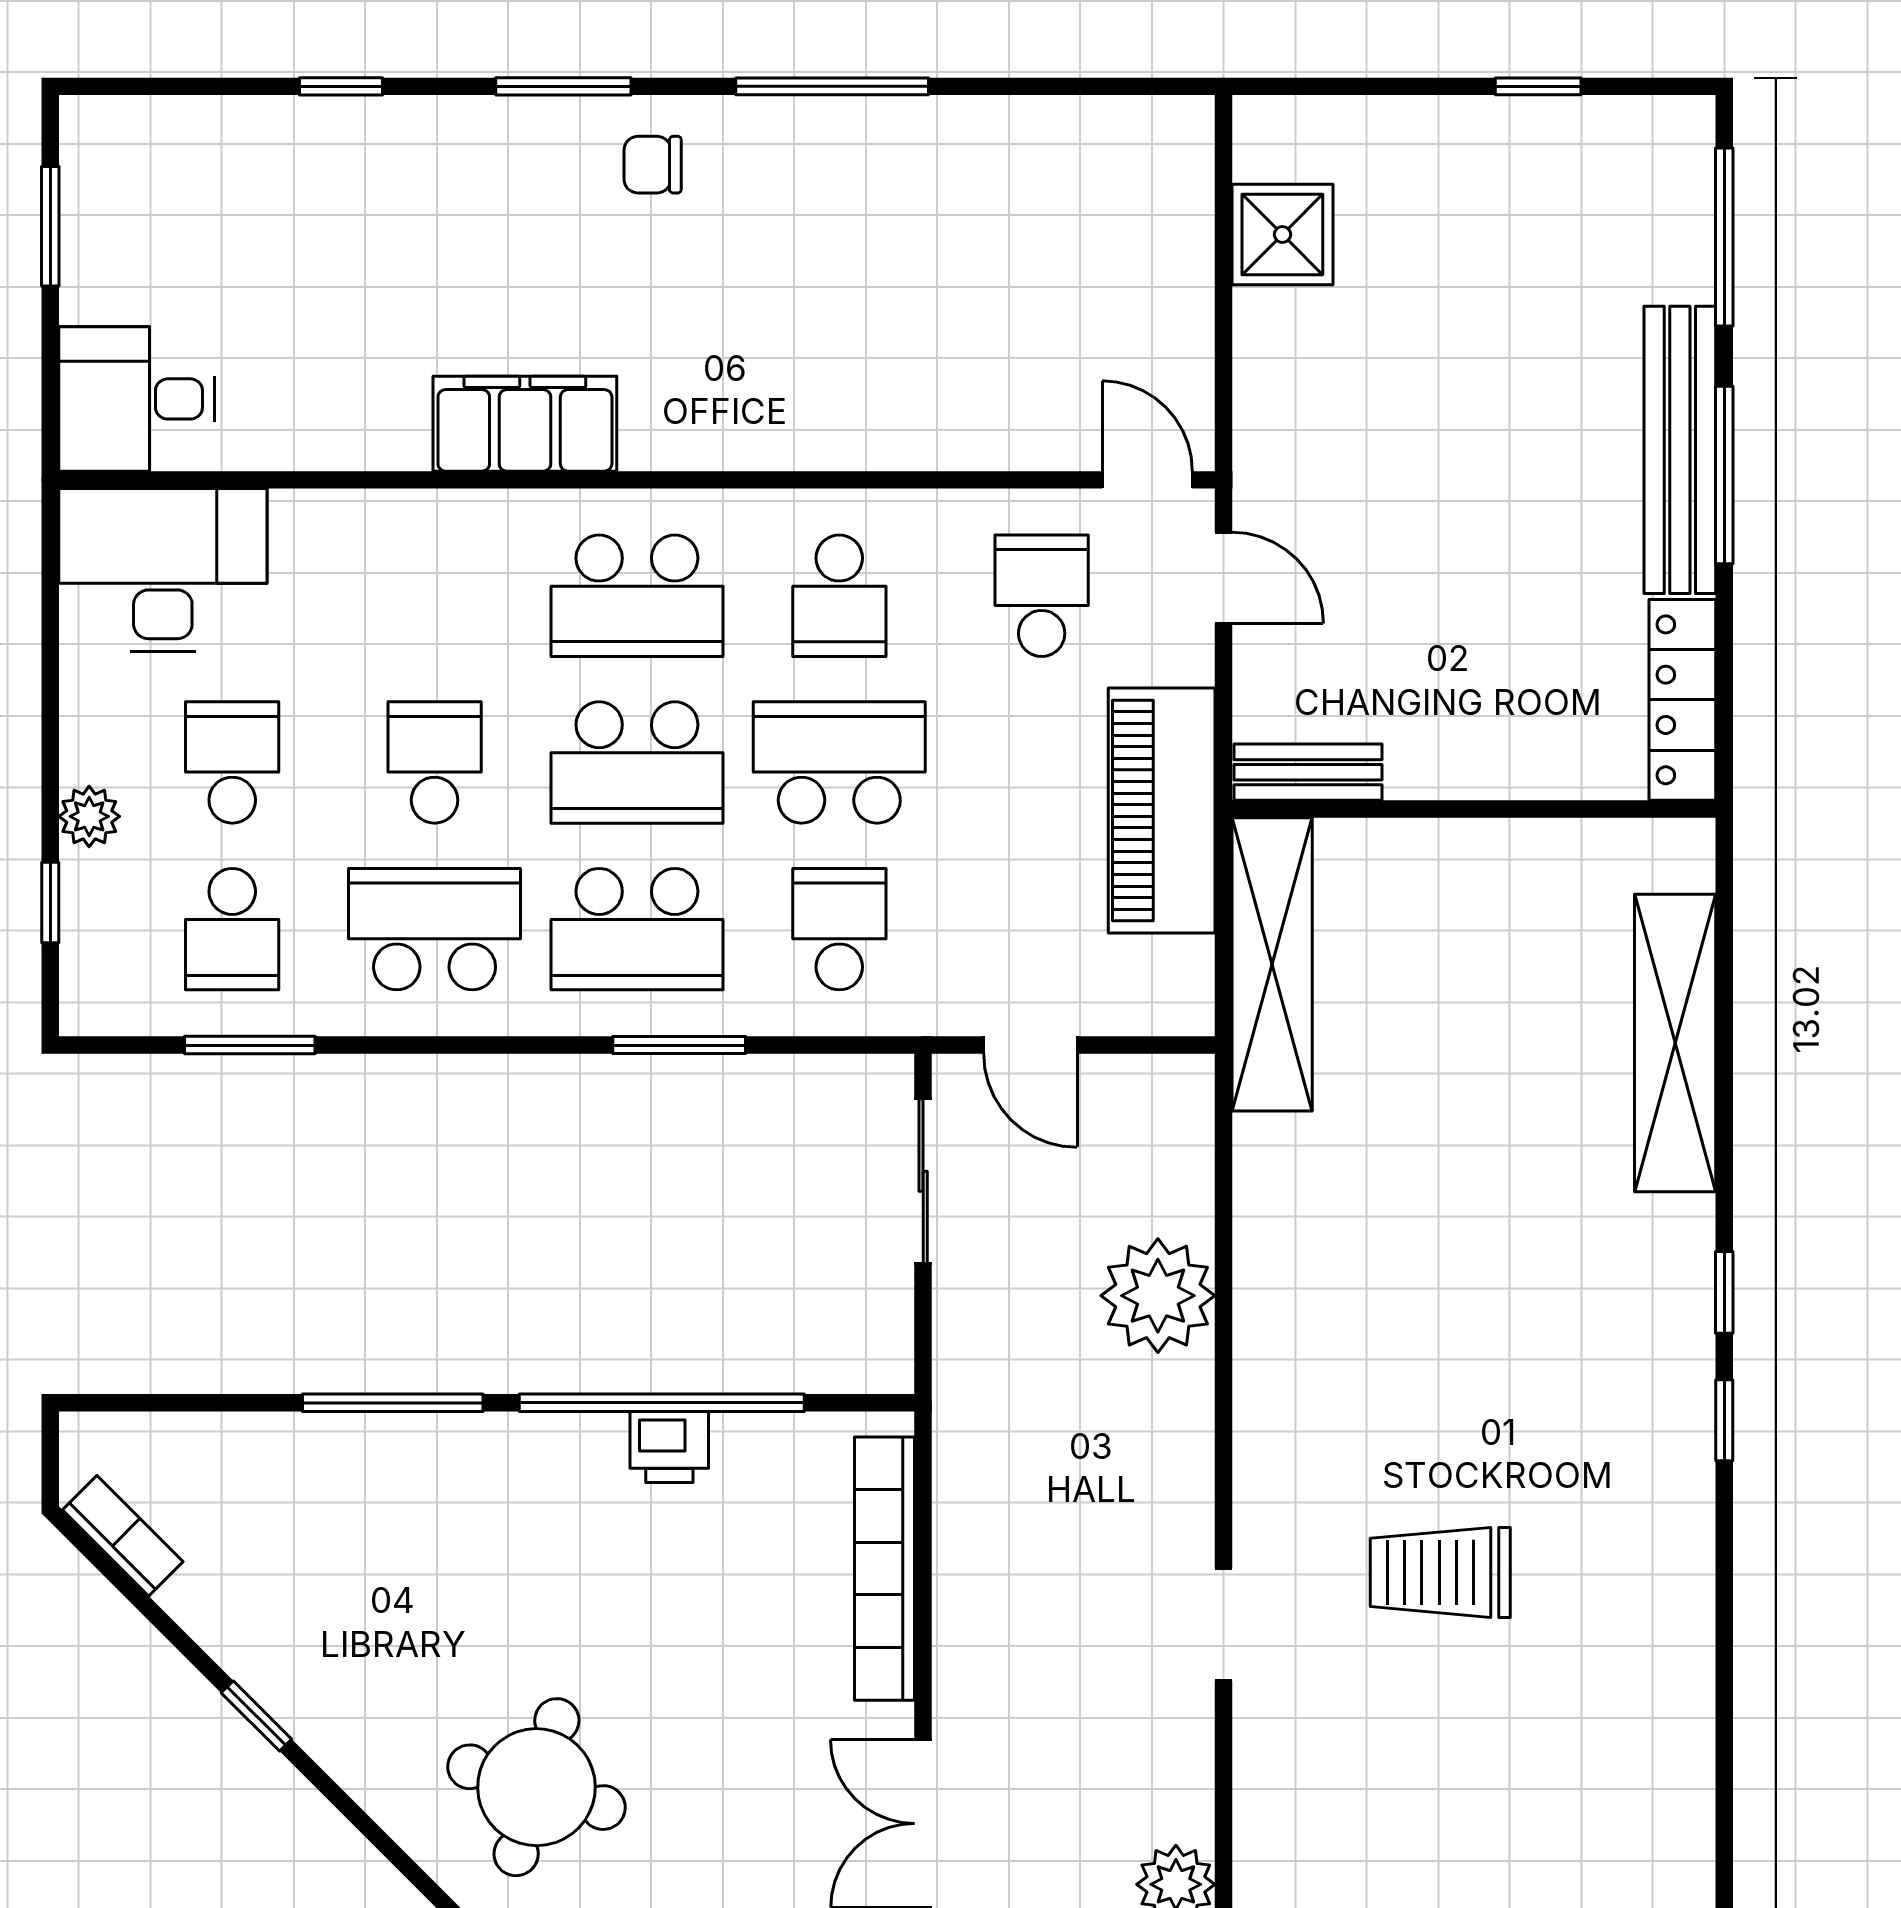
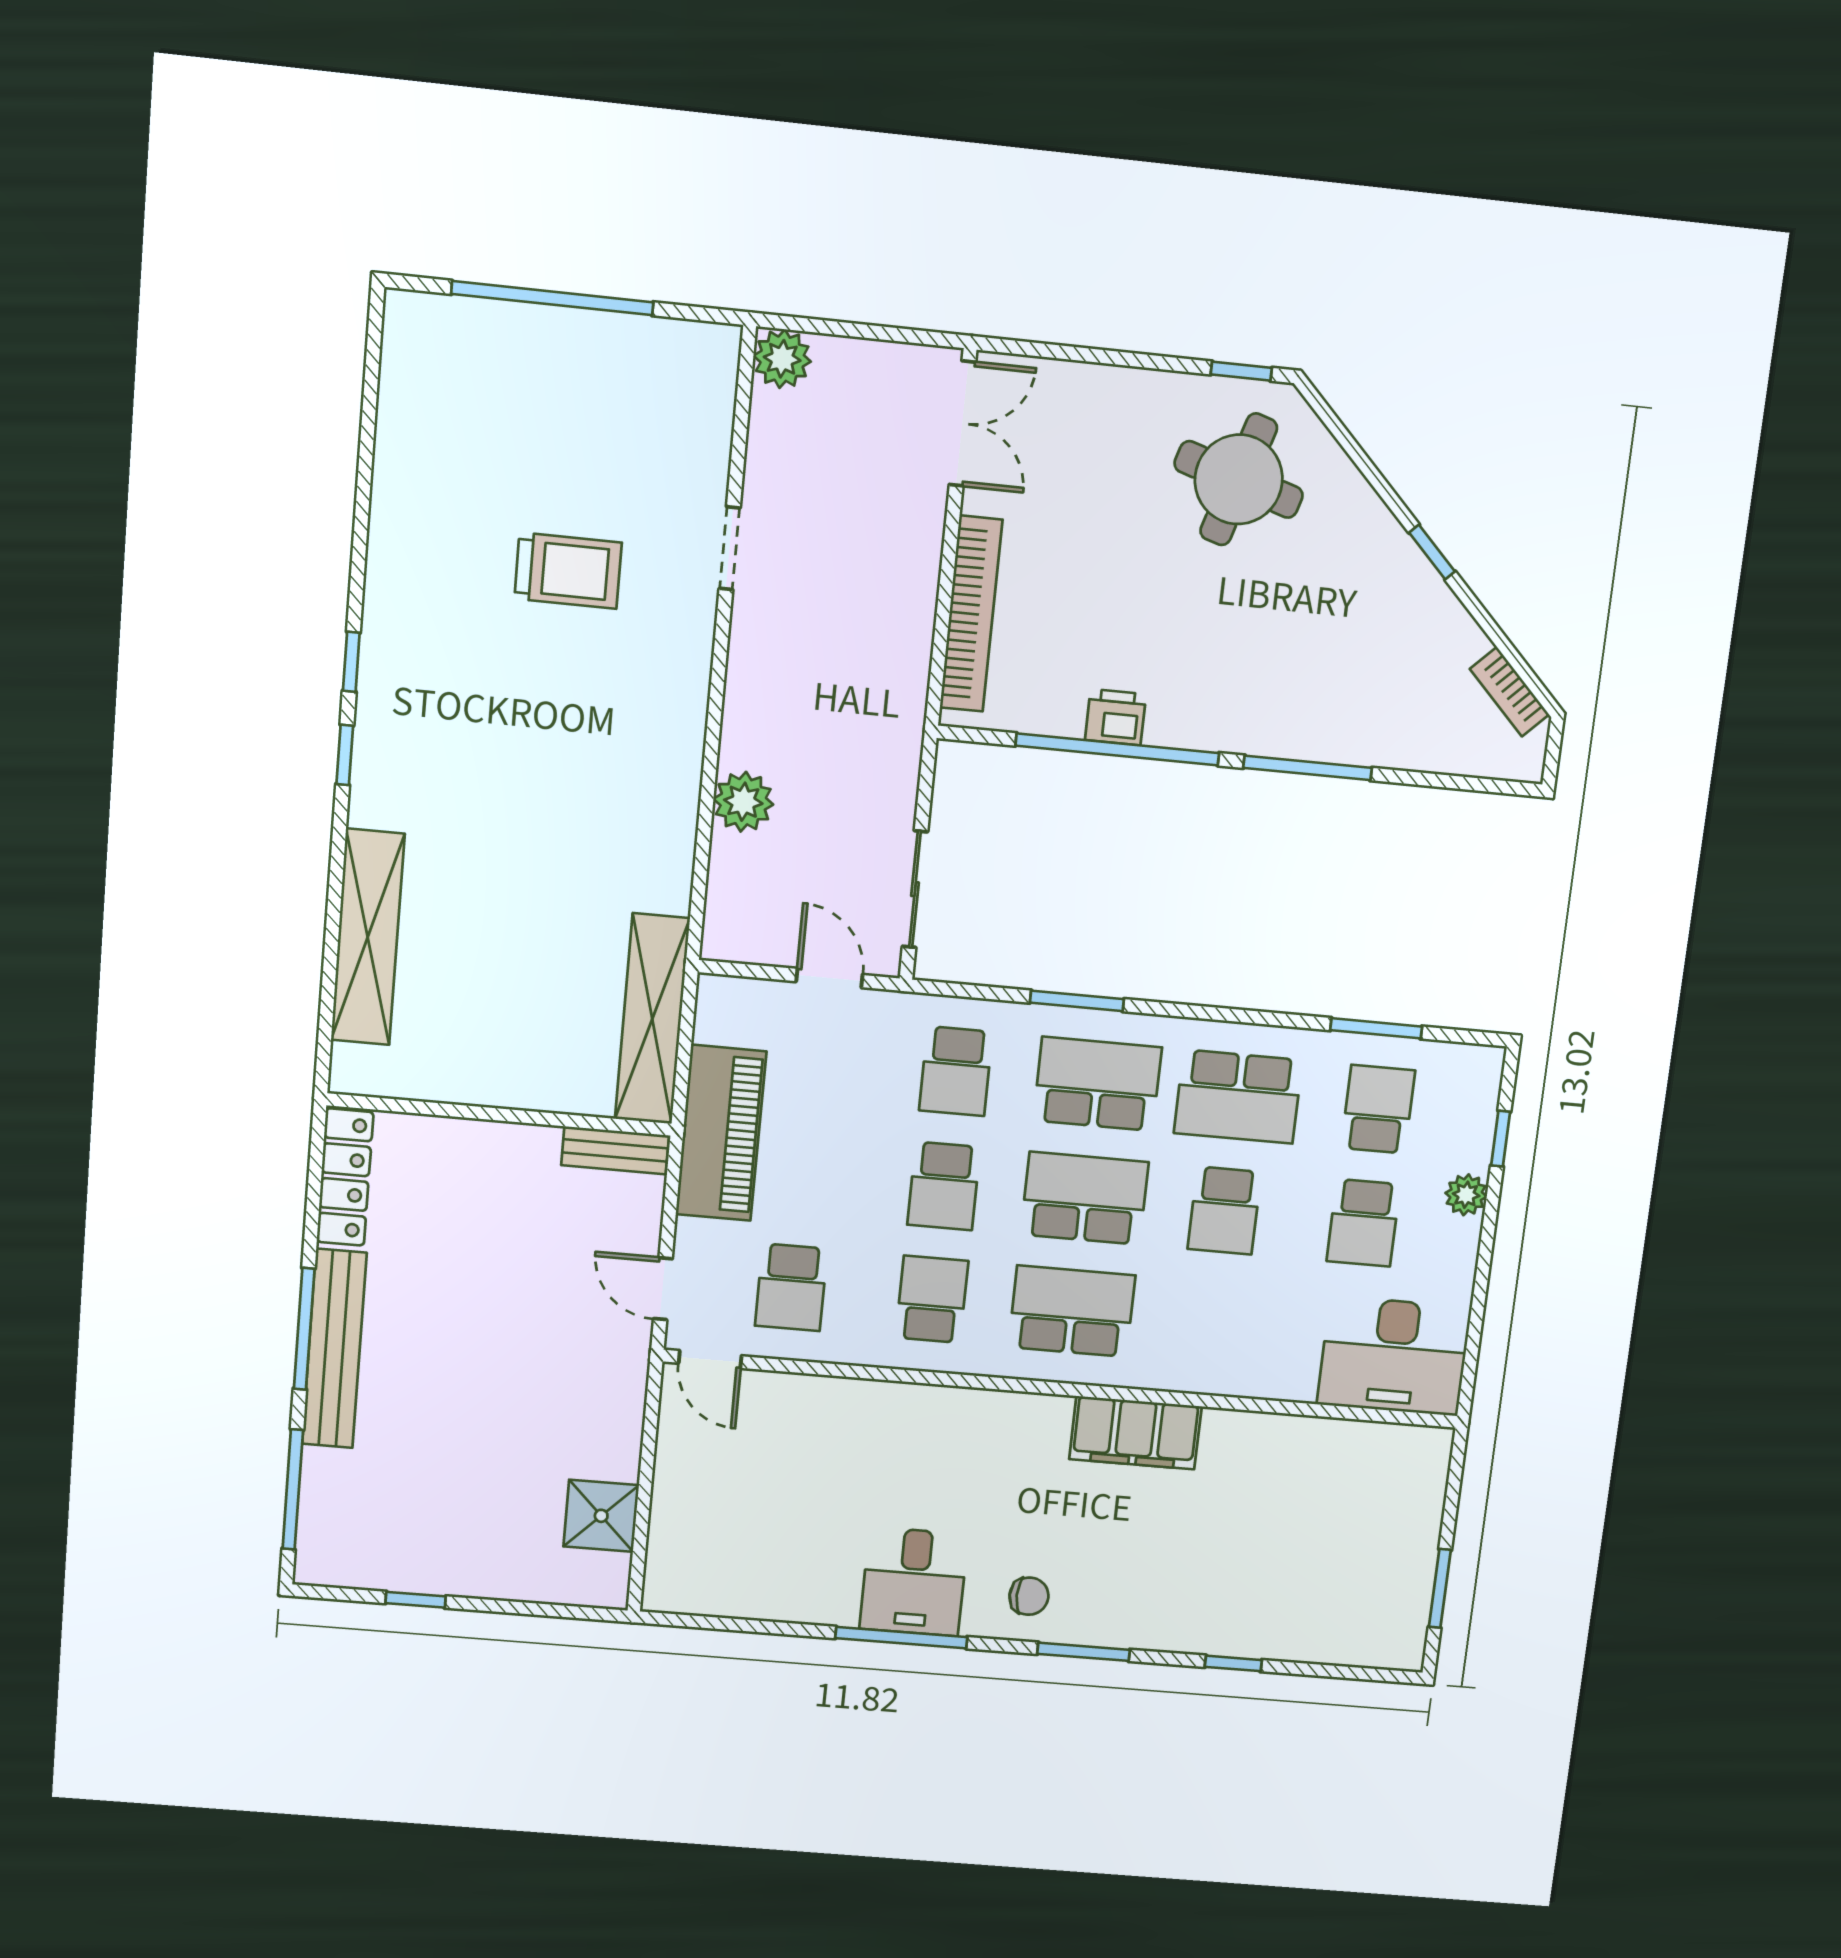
desk: (137, 399) -> (914, 1582), moved, turned 90
school desk: (839, 762) -> (944, 1186), width x0.54
plant: (1158, 1296) -> (743, 802), width x0.73, depth x0.73

